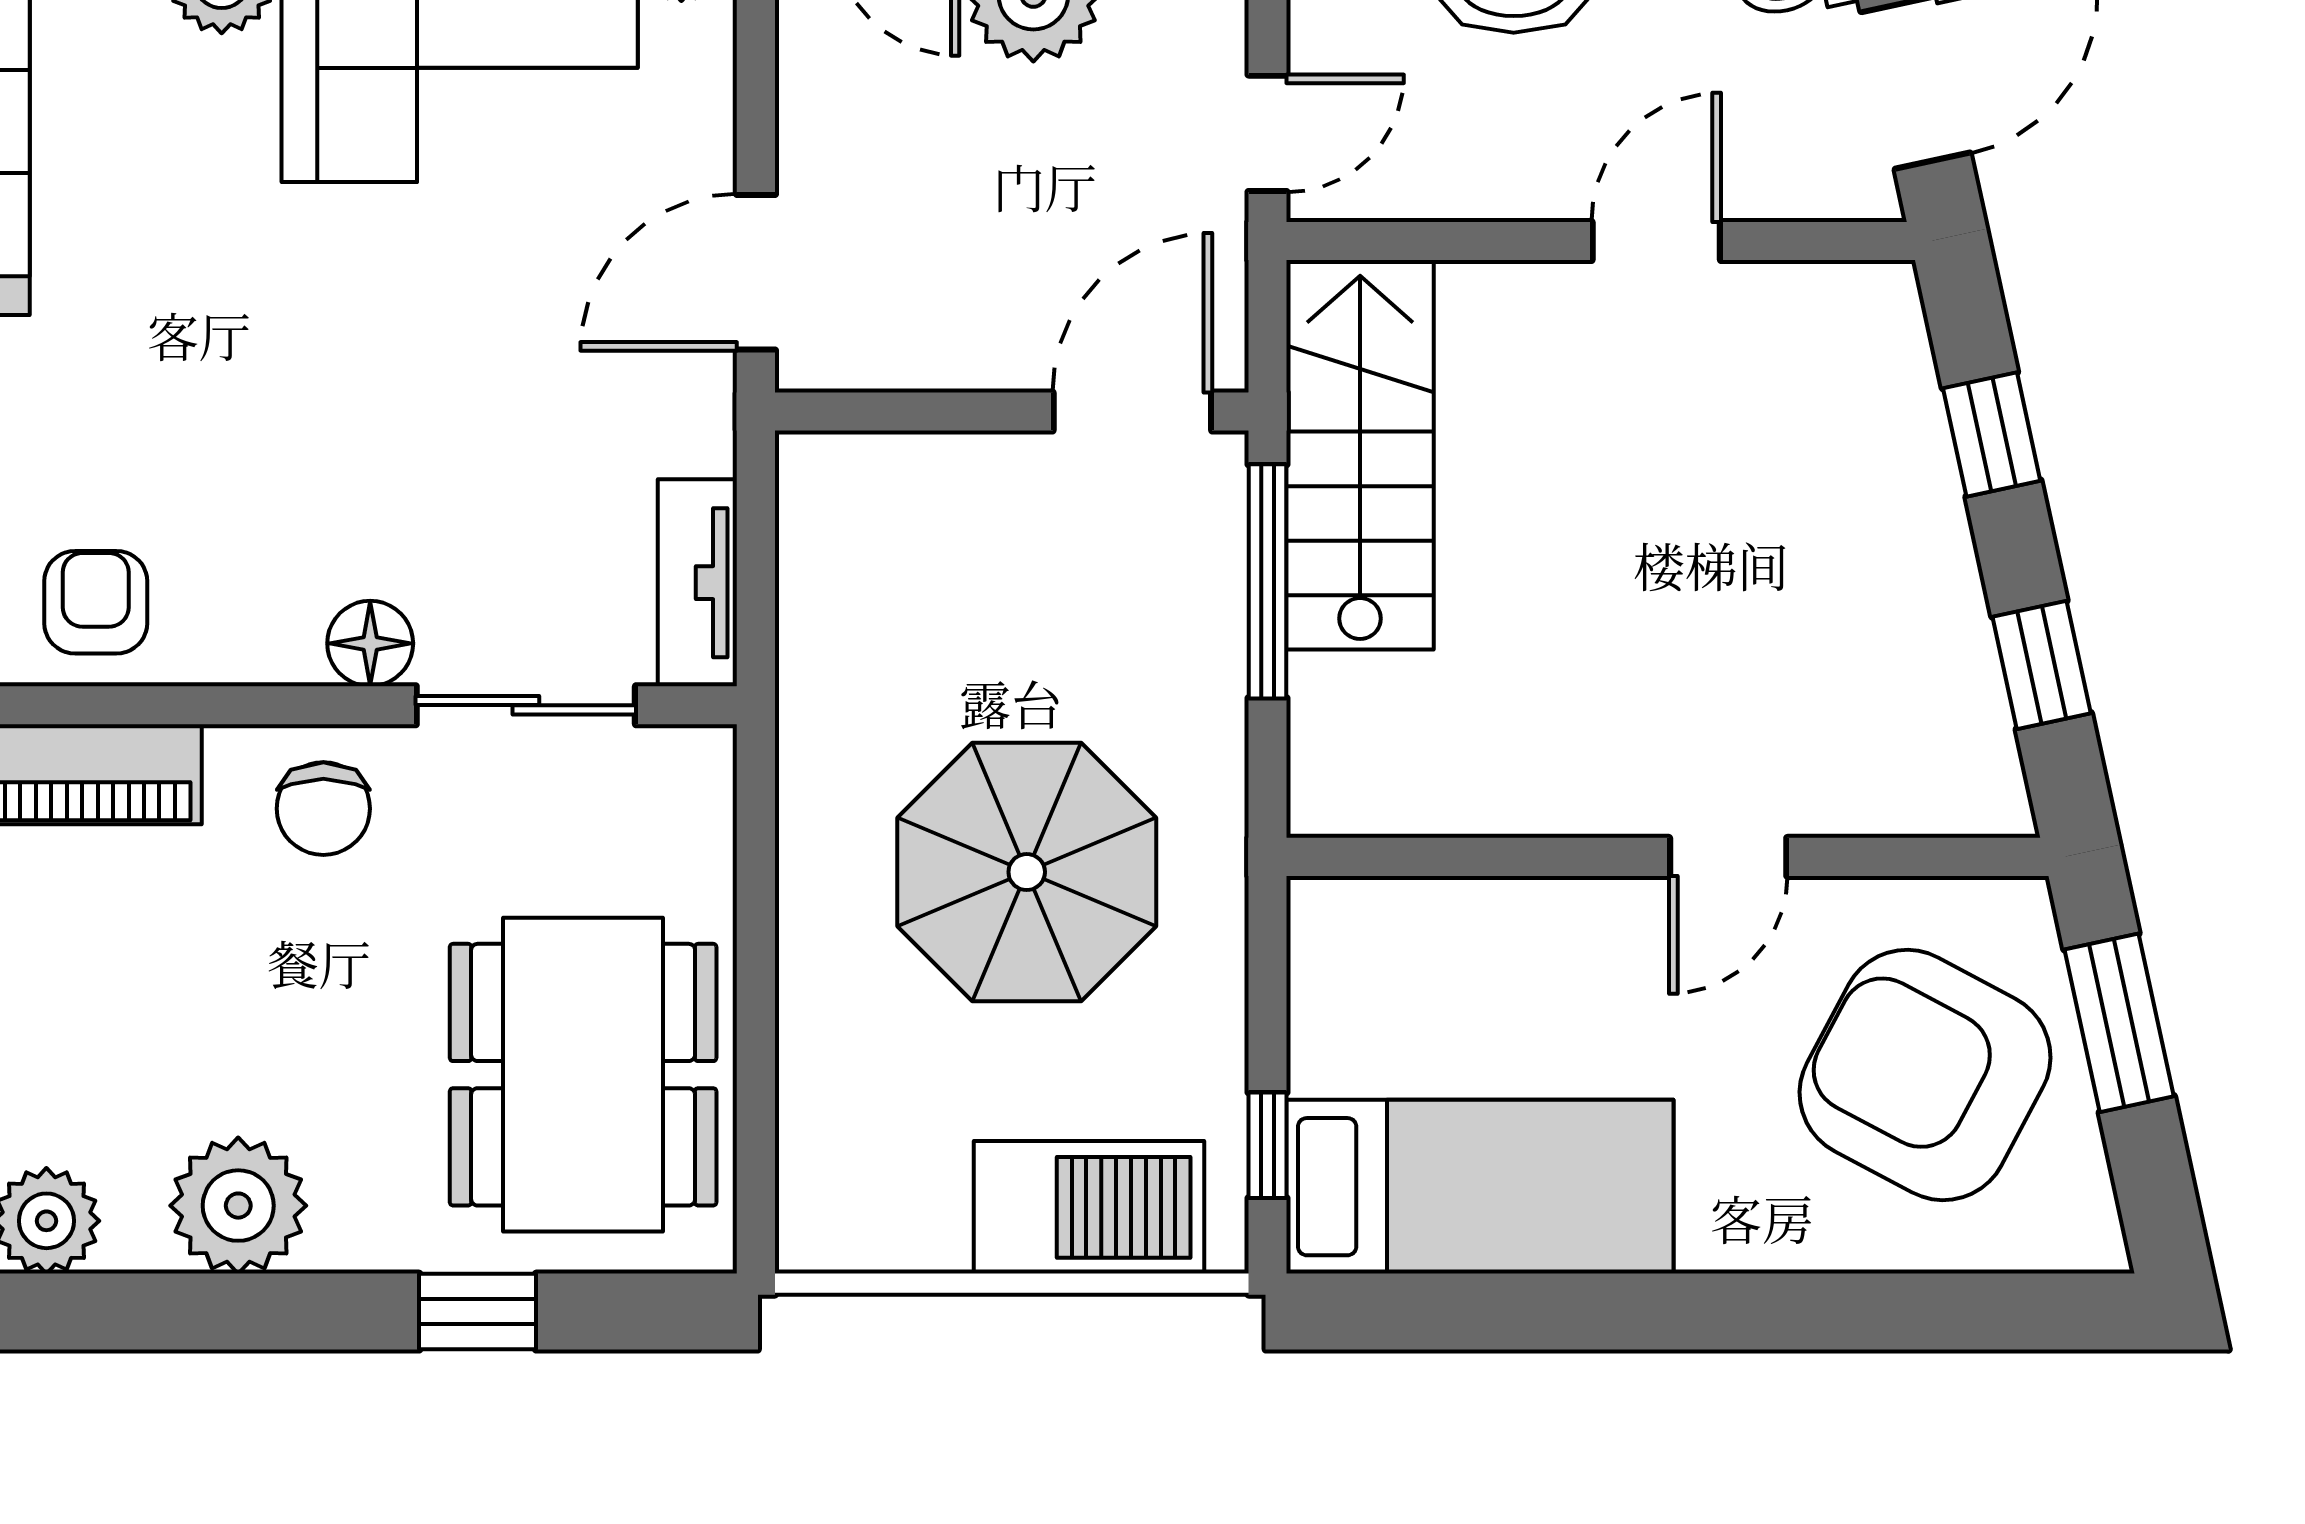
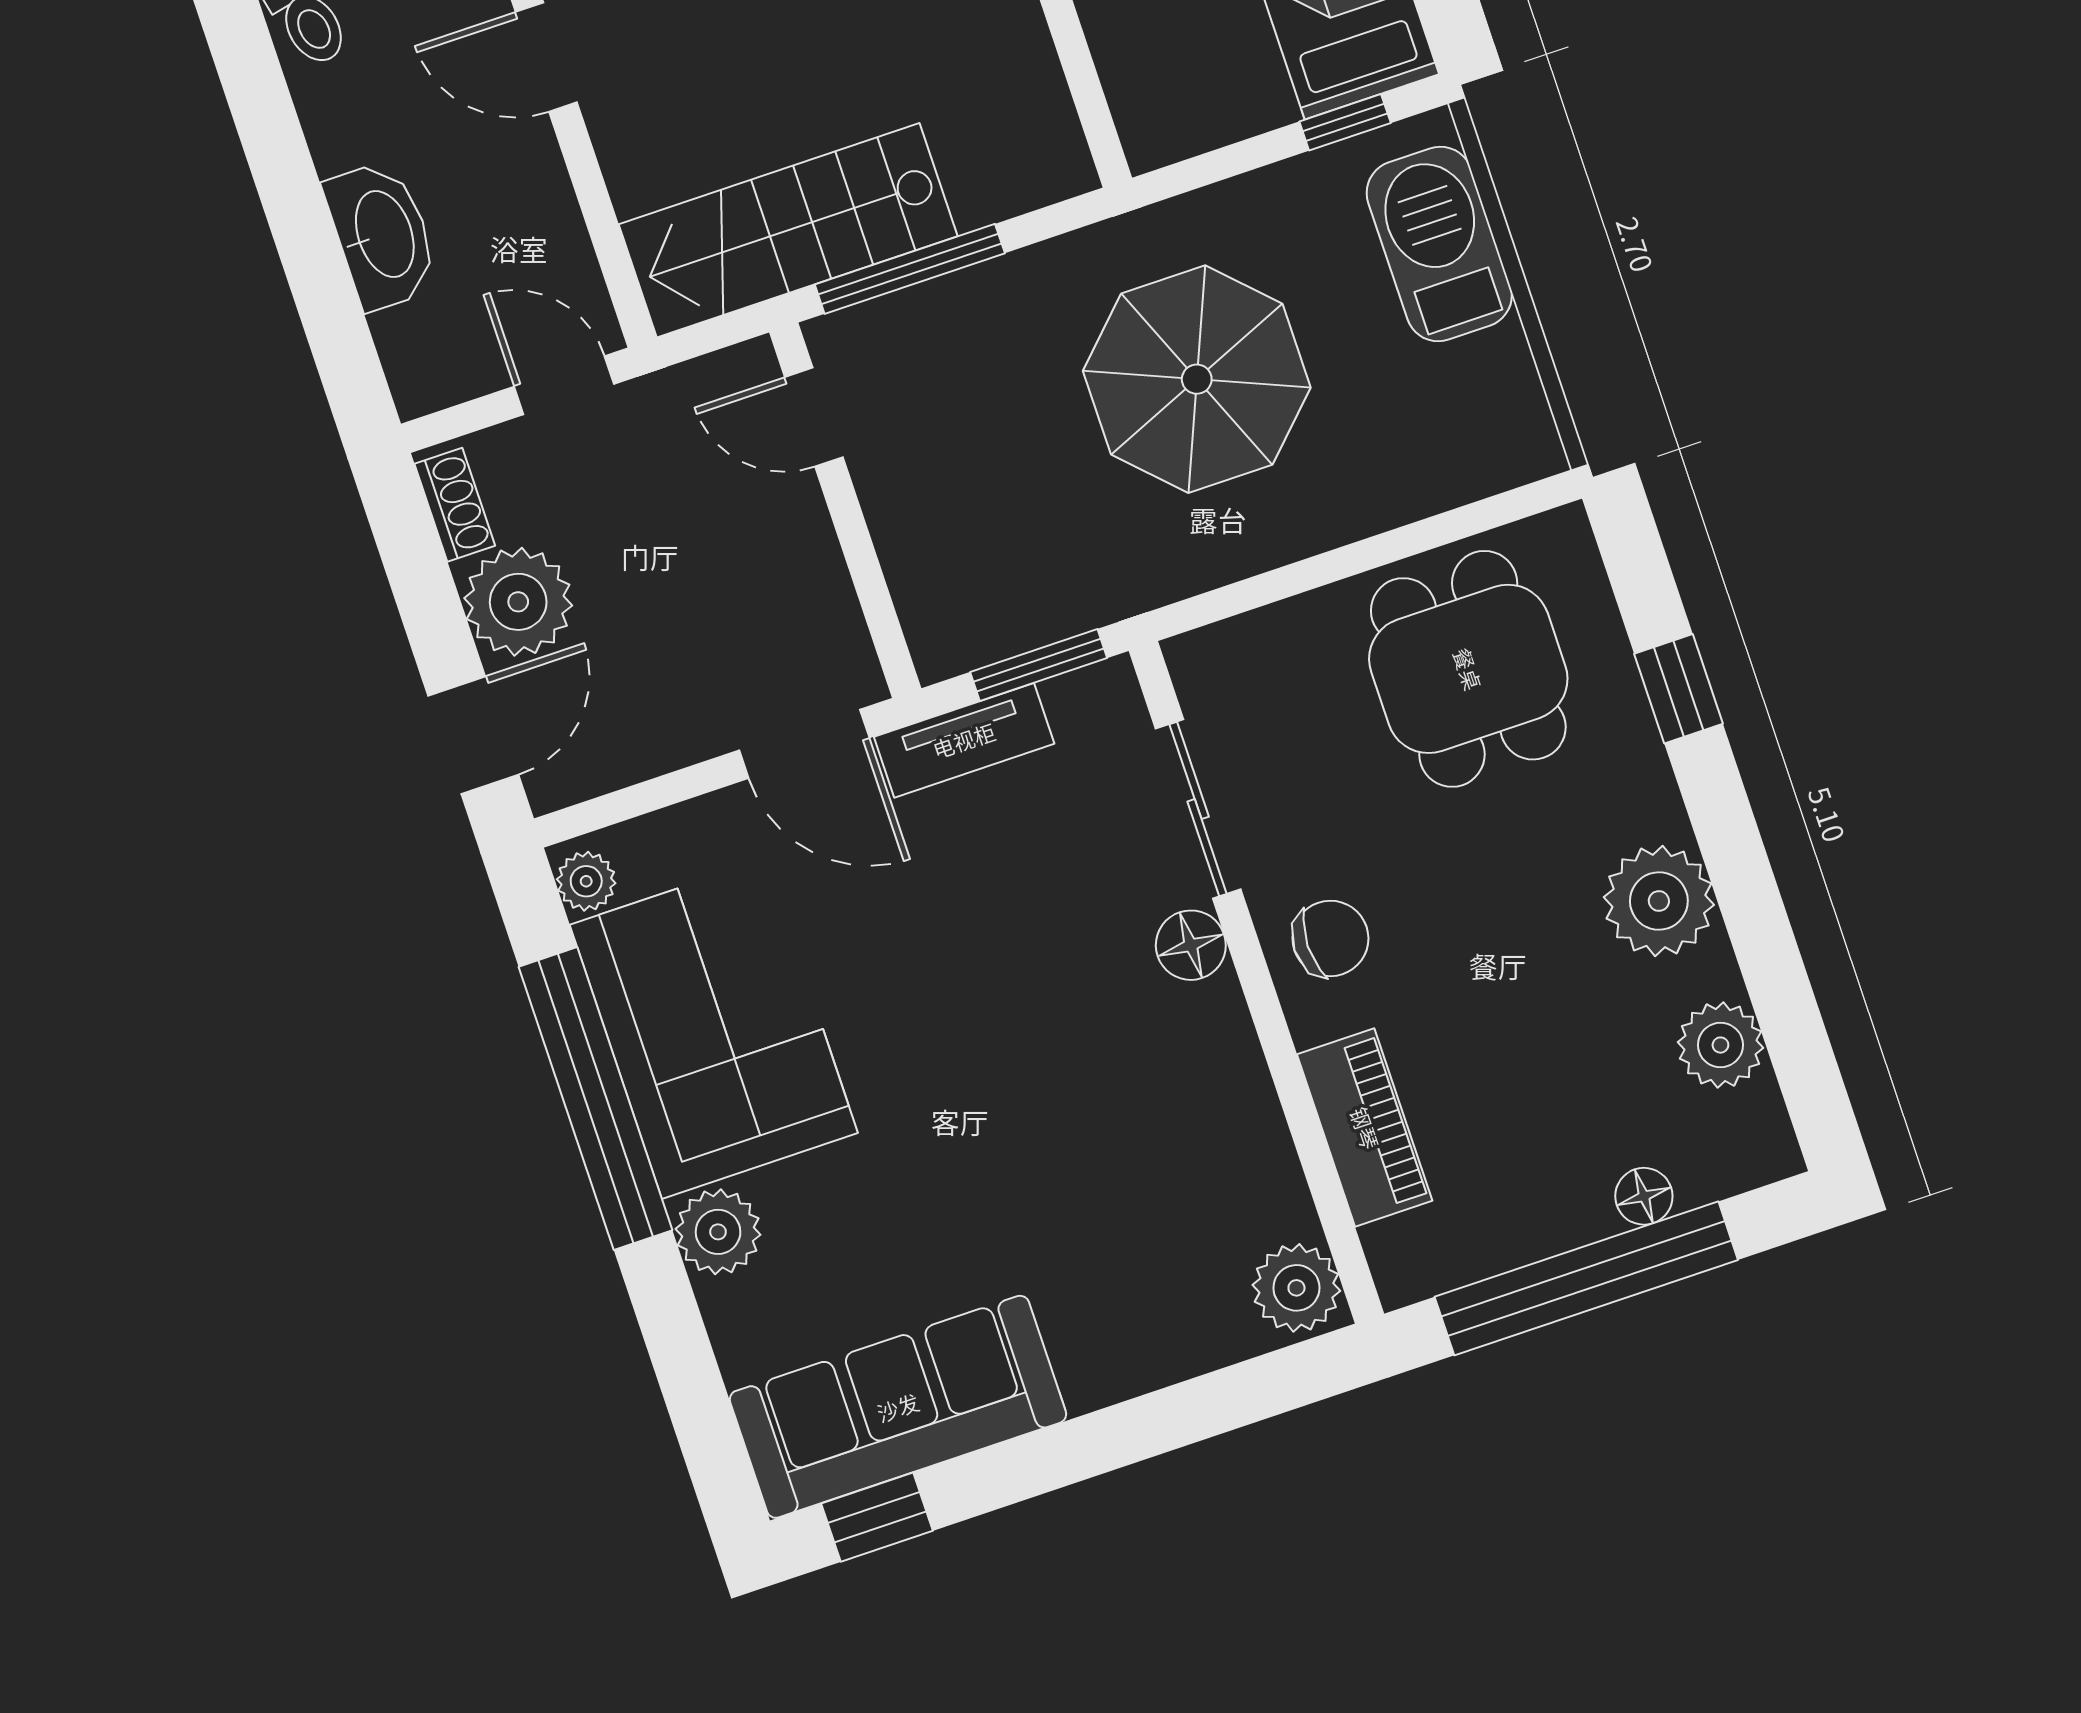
door: (1132, 412) -> (814, 417), width x0.73
window: (756, 576) -> (1039, 665), added
tv unit: (697, 583) -> (964, 740), moved
armchair: (96, 602) -> (1230, 1168), removed
dining table: (583, 1075) -> (1468, 669), width x0.73

